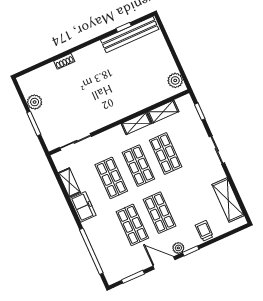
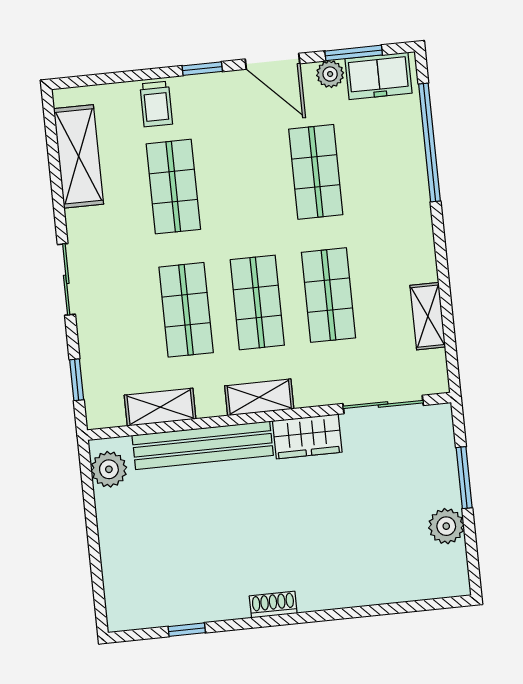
bench: (130, 35) -> (203, 445), moved
shoe rack: (64, 61) -> (273, 605), moved
wardrobe: (101, 119) -> (307, 436), added
shelving: (136, 123) -> (259, 397), moved
freezer: (83, 207) -> (378, 76), moved, turned -90
shop shelf: (160, 213) -> (173, 187), moved
plant: (178, 248) -> (330, 74), moved

